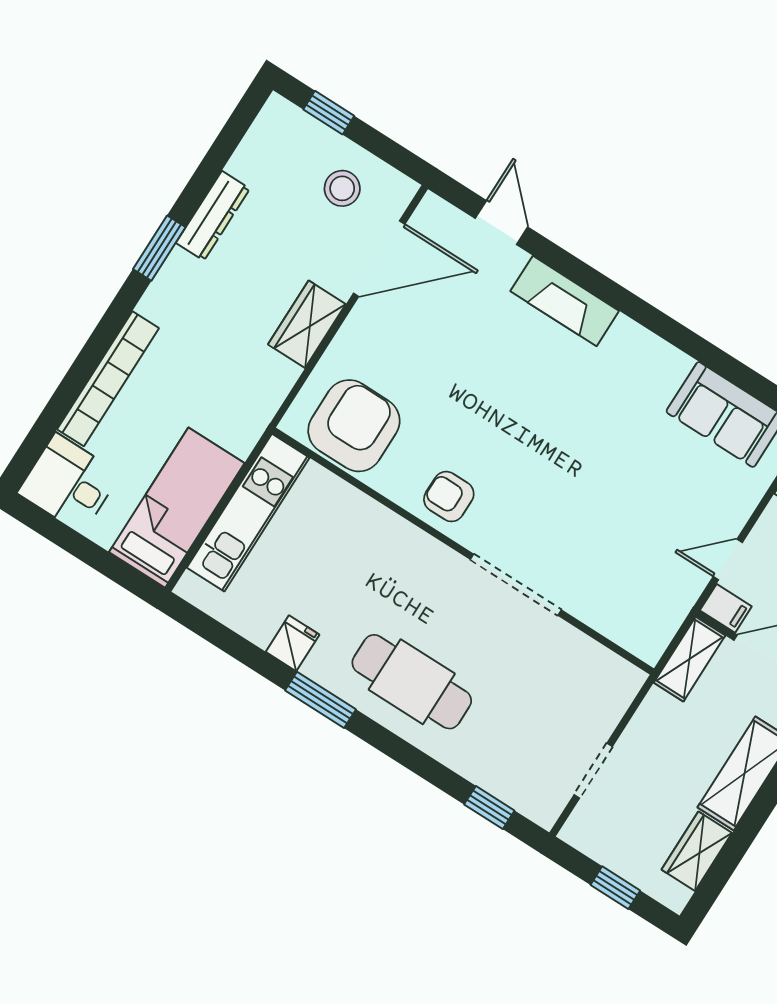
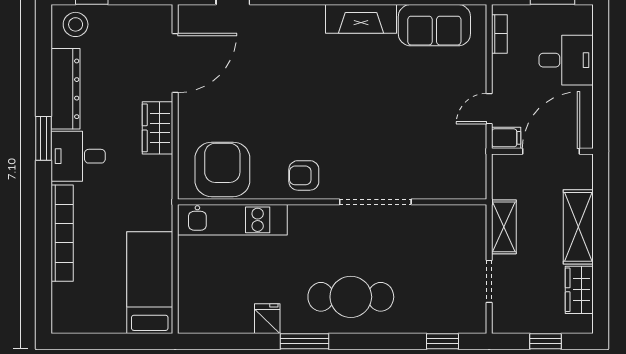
stool: (342, 188) -> (76, 24), moved
dresser: (213, 216) -> (65, 89), width x1.37, depth x1.24
fireplace: (565, 301) -> (361, 19), moved
desk: (69, 483) -> (78, 156), moved
kitchen unit: (248, 513) -> (232, 220), moved, turned 90
shelving: (690, 659) -> (504, 227), moved

